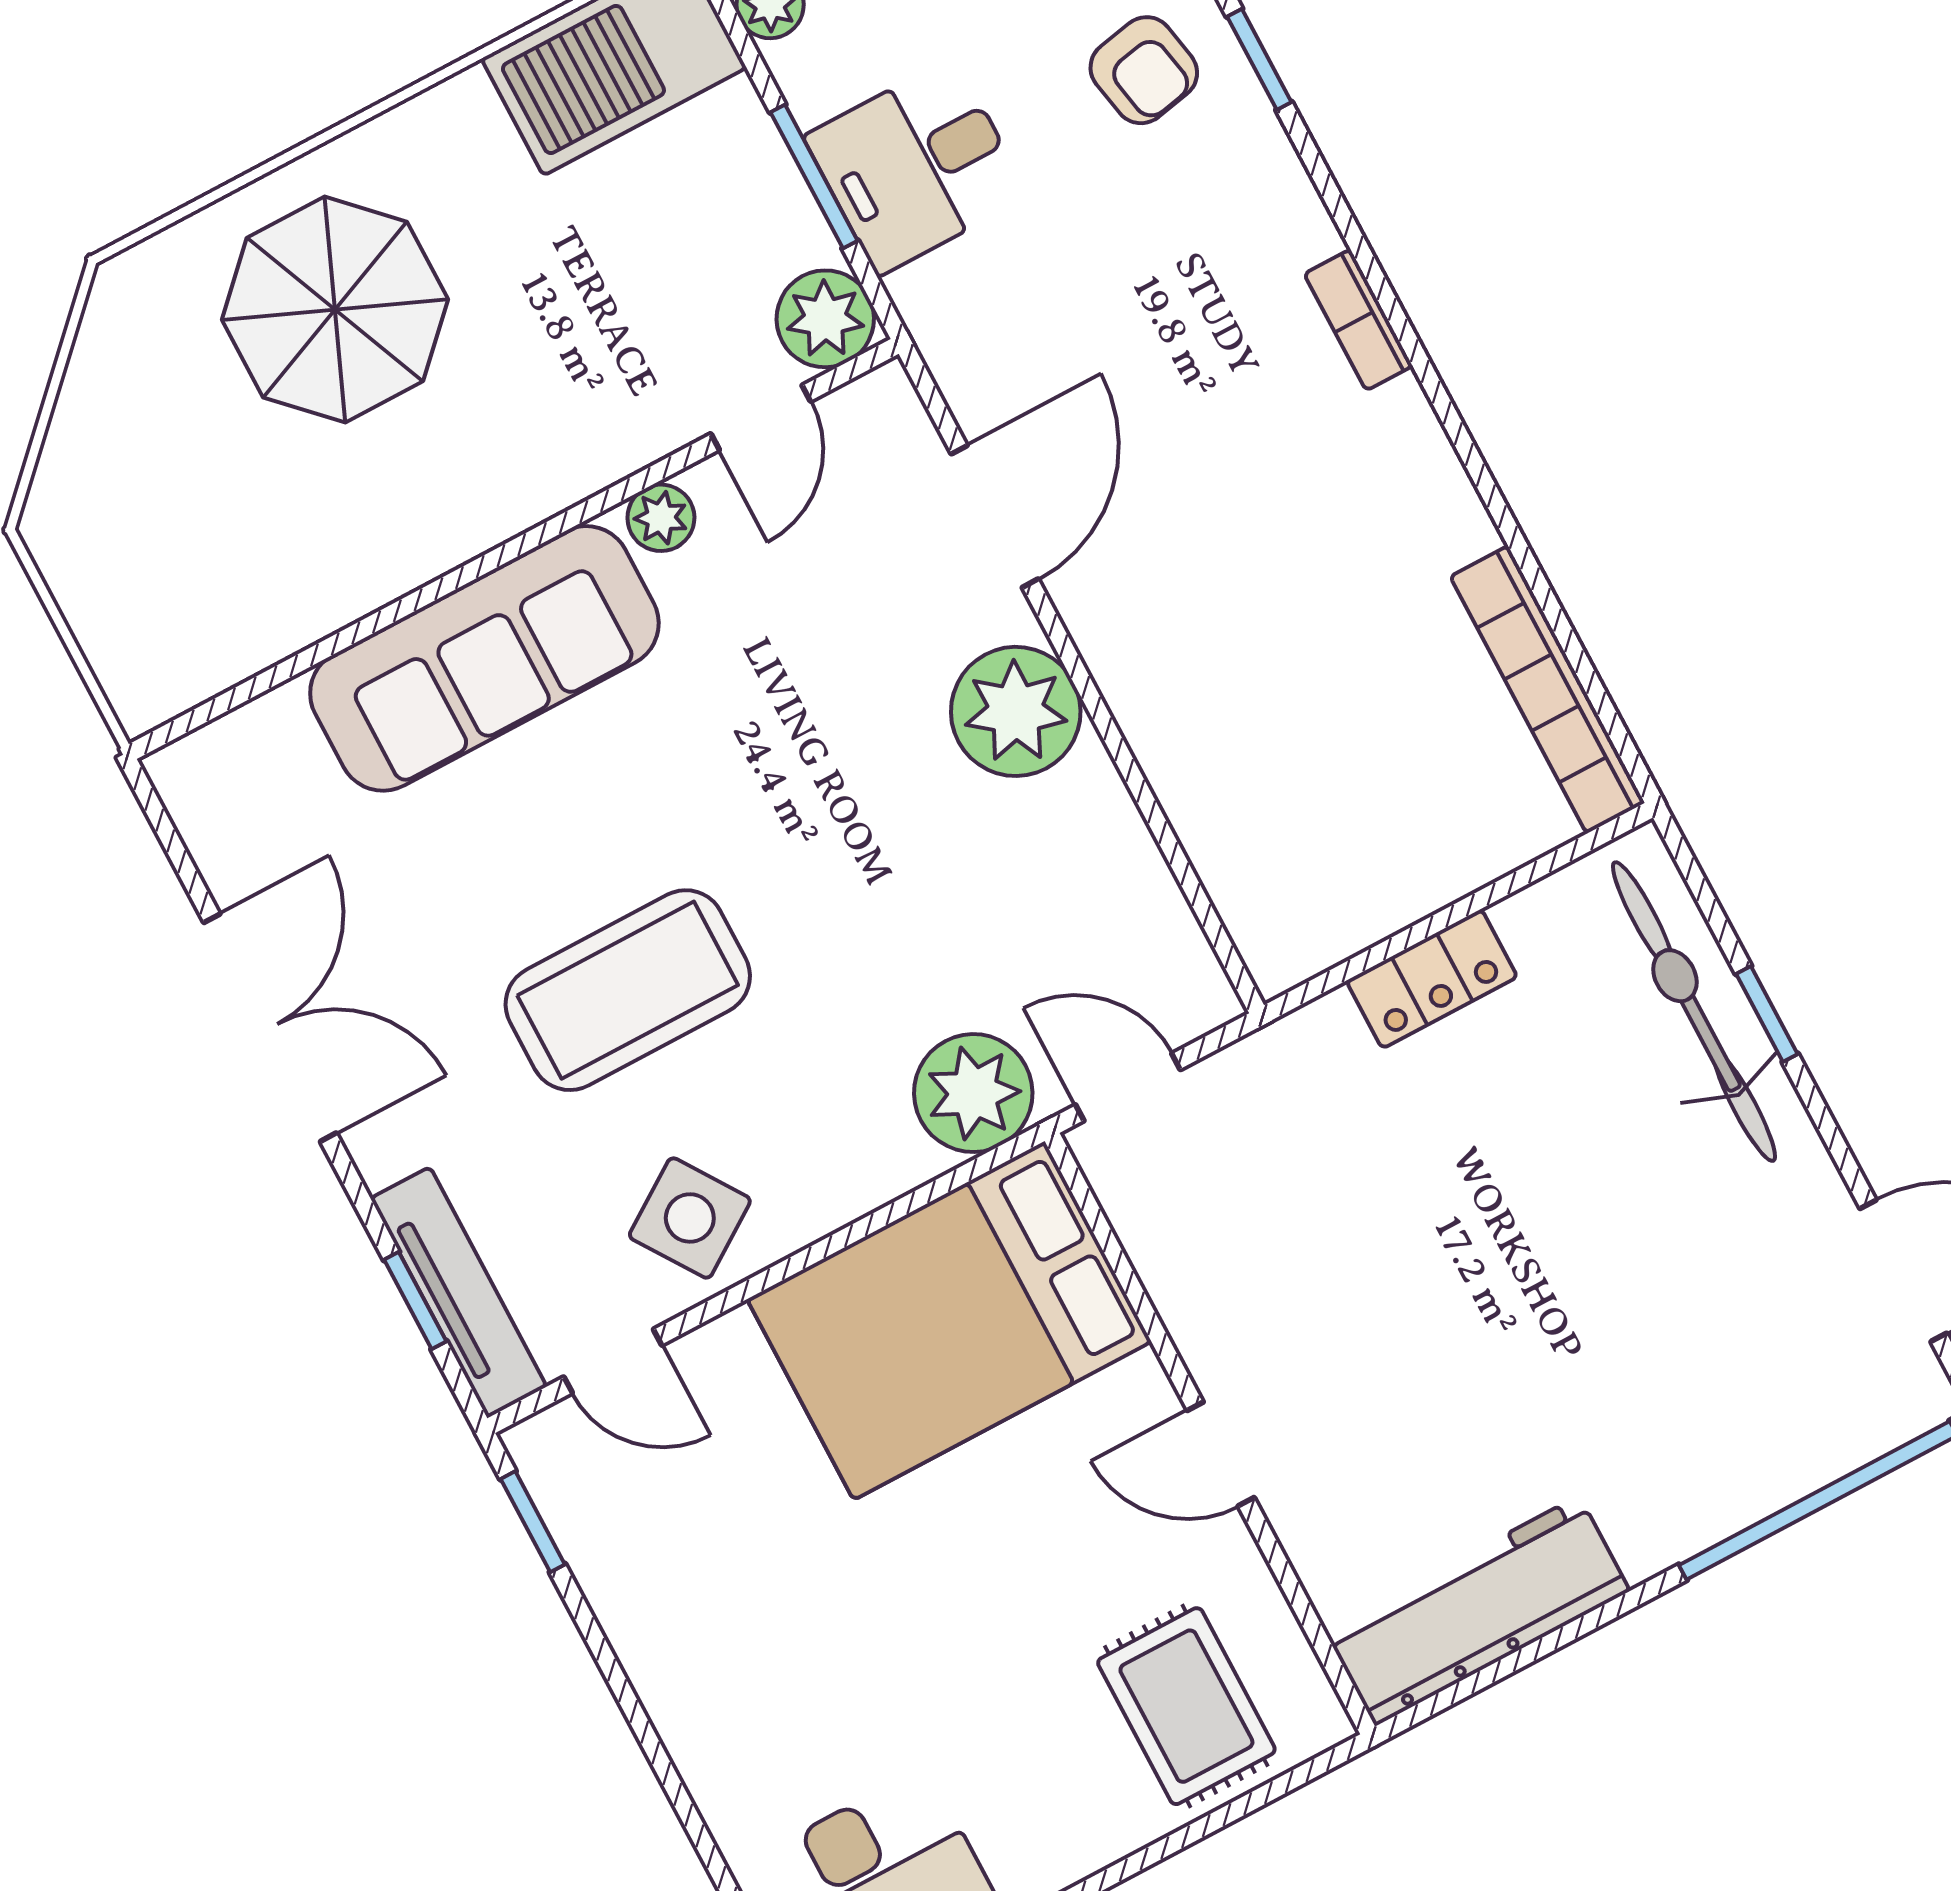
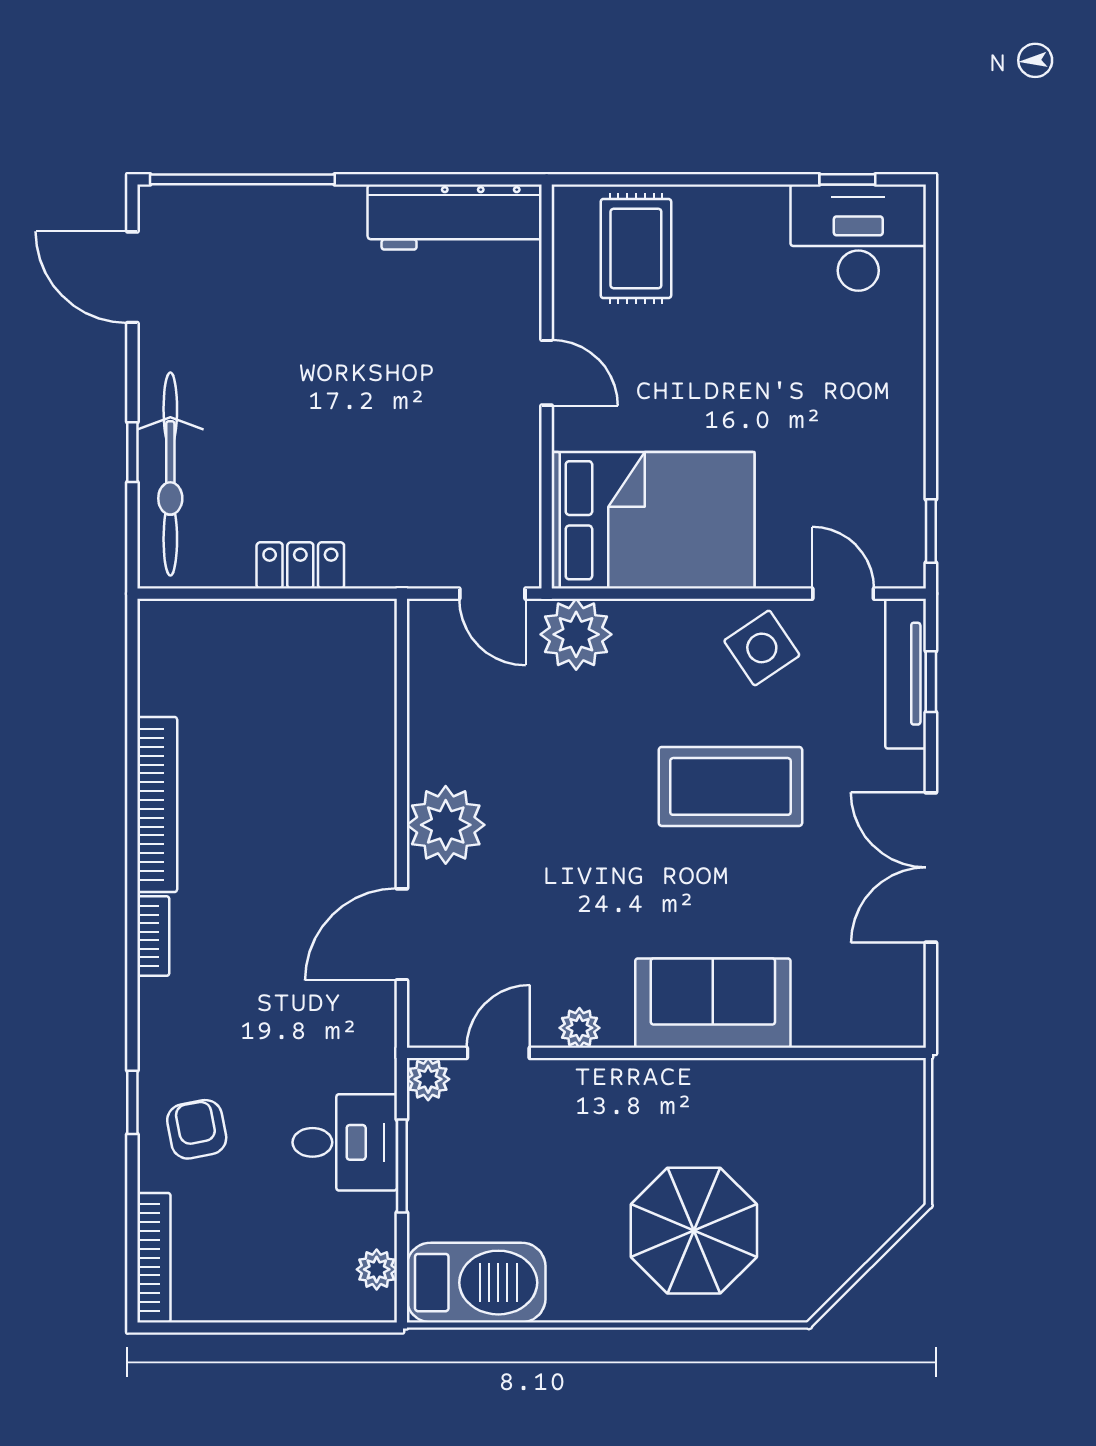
plant: (825, 319) -> (428, 1079), width x0.73, depth x0.73
sofa: (484, 658) -> (713, 1003), width x0.73
bookcase: (1548, 690) -> (157, 804), moved

